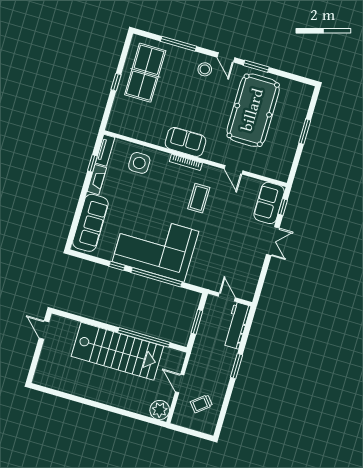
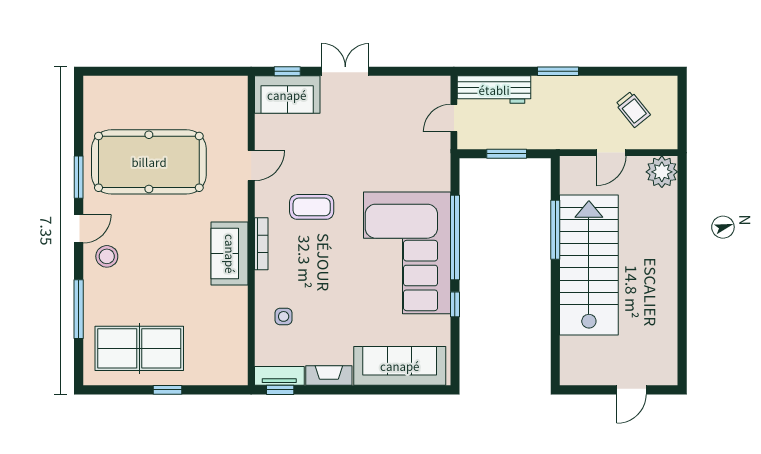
window: (305, 132) -> (159, 71), removed
window: (92, 163) -> (280, 390), moved
side table: (139, 163) -> (284, 316), width x0.54, depth x0.54
door: (44, 330) -> (631, 390), moved
window: (144, 337) -> (555, 230), width x0.68

